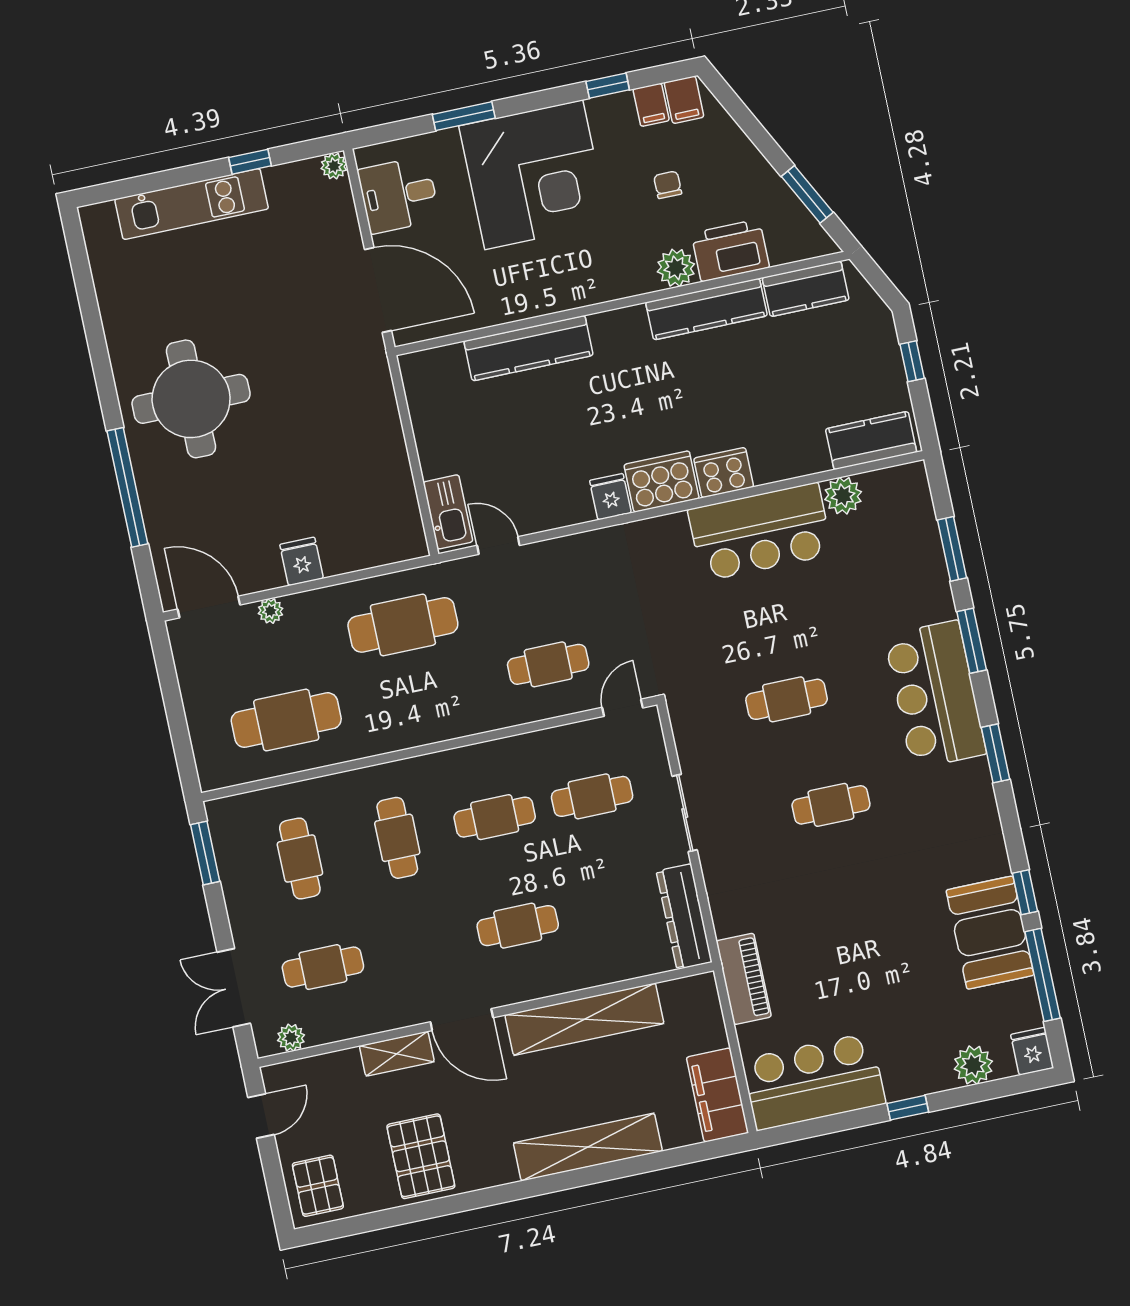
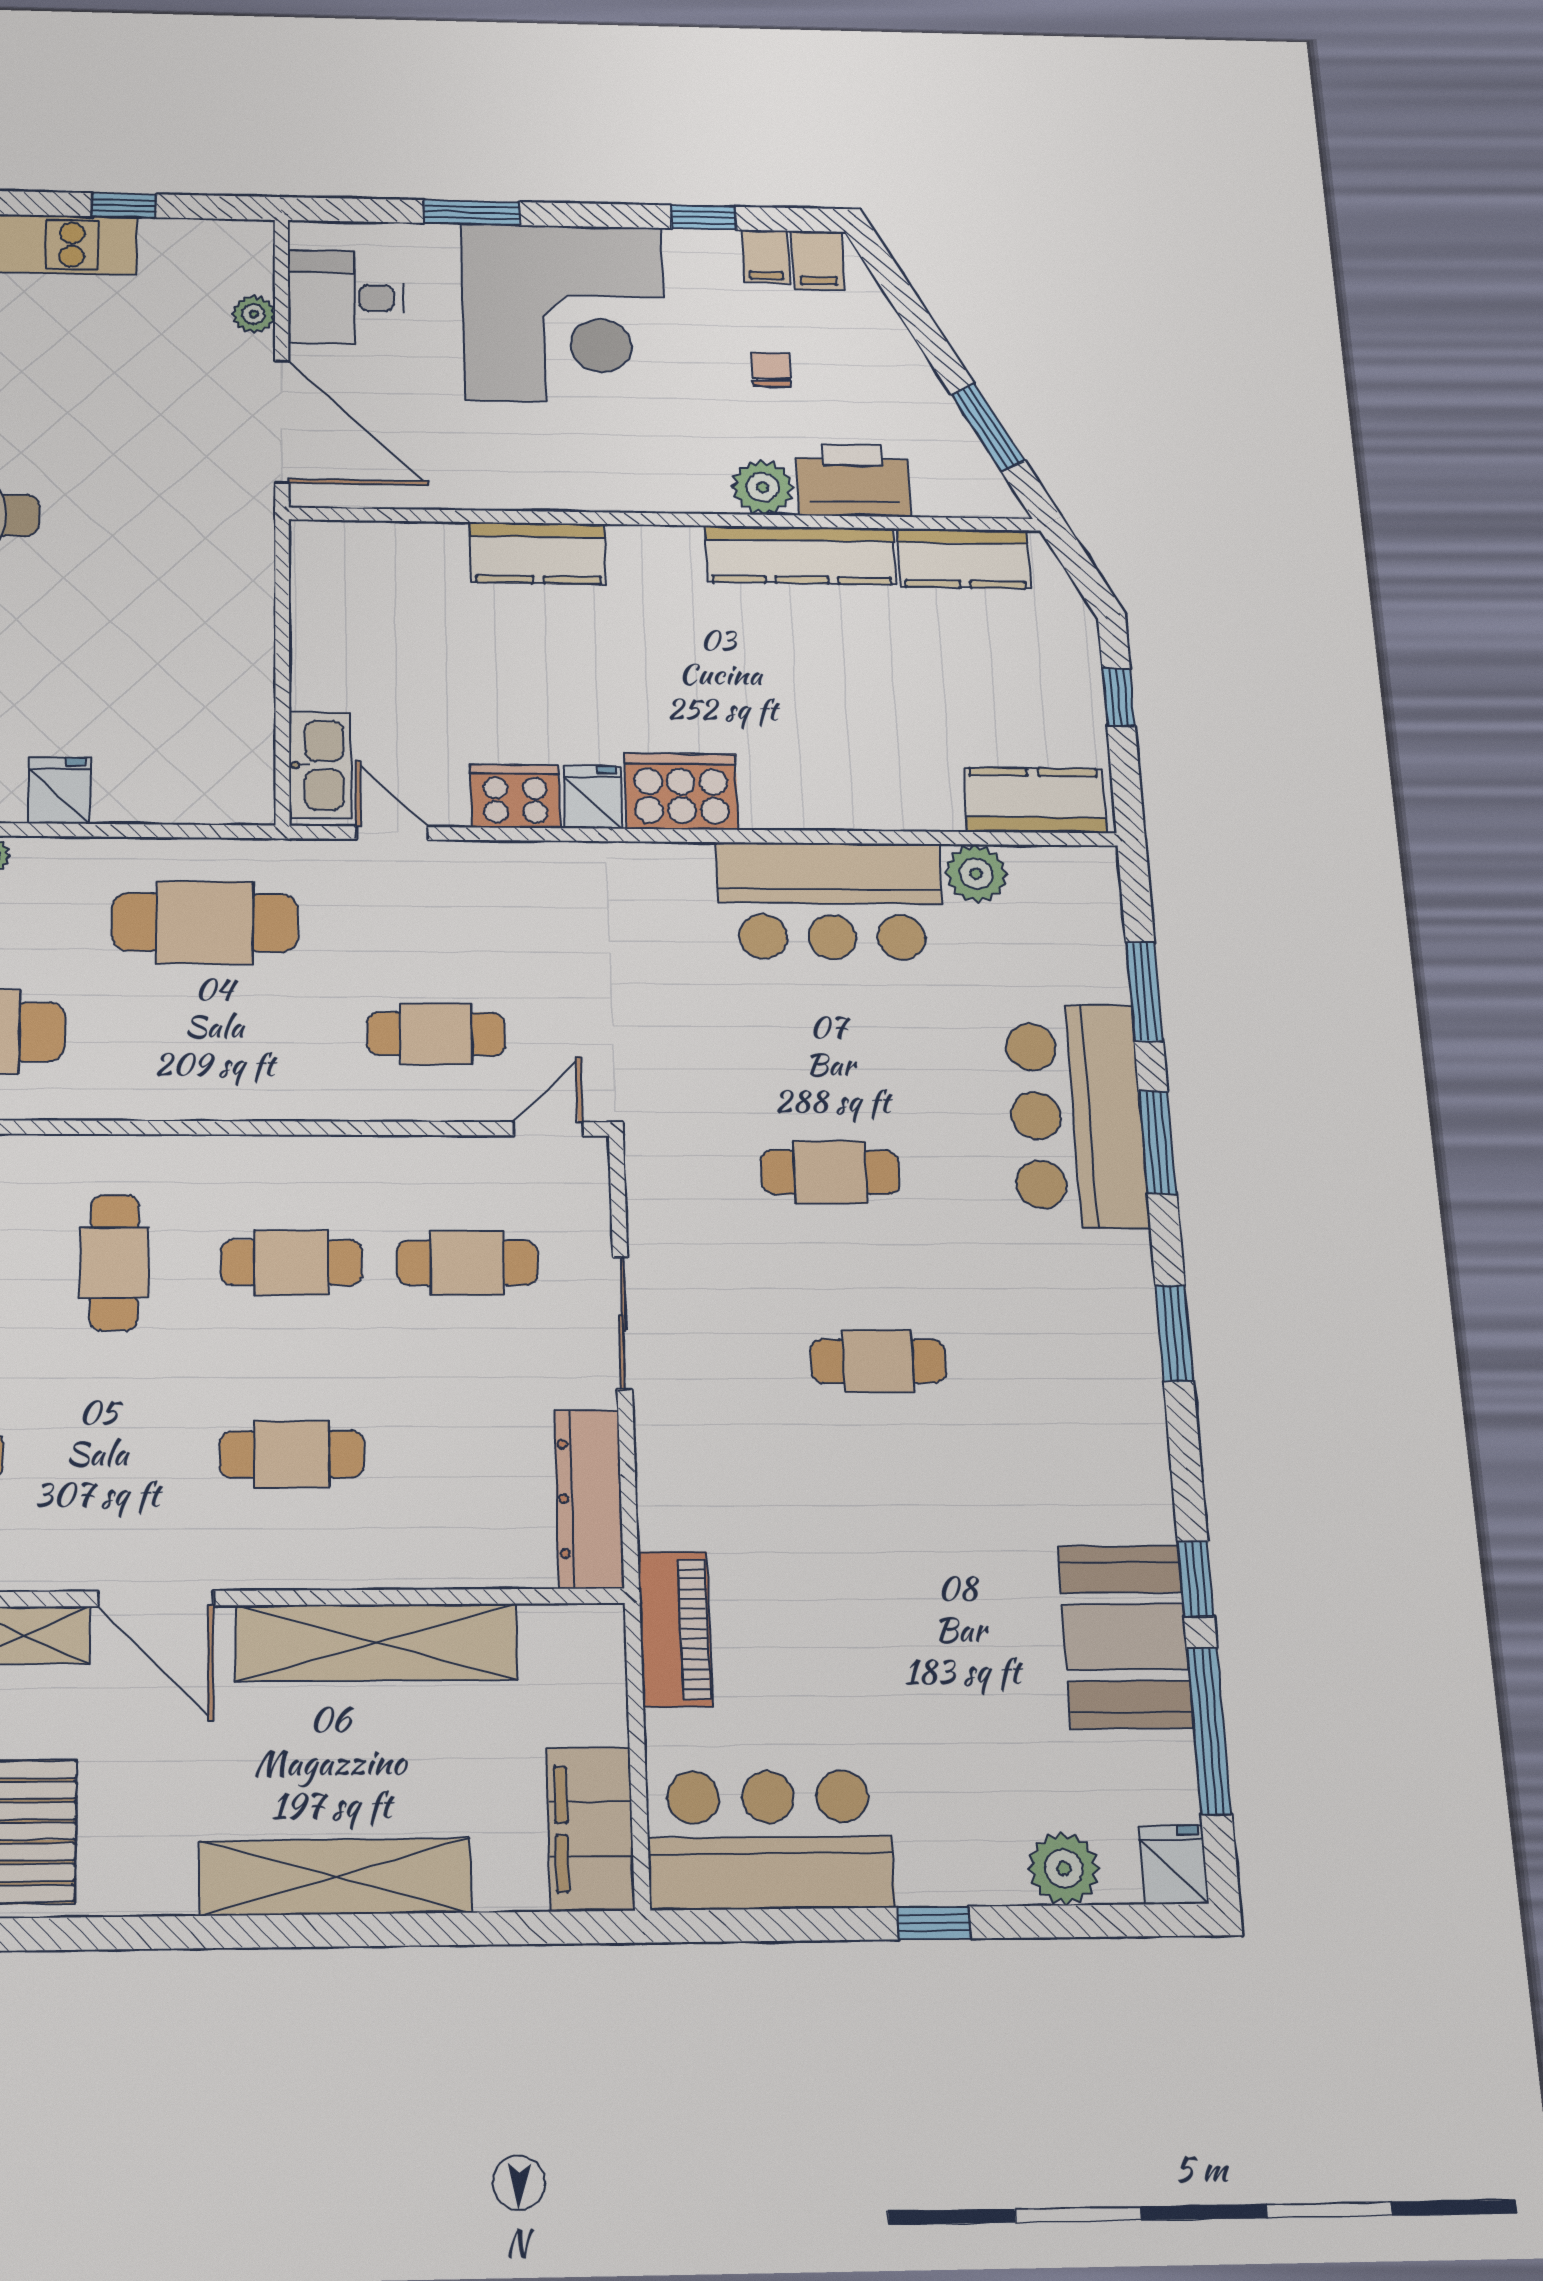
plant: (334, 166) -> (254, 314), moved
kitchen counter: (529, 348) -> (538, 553), width x0.67
cooker: (724, 473) -> (515, 796), moved
bar counter: (935, 695) -> (1076, 1116), moved

